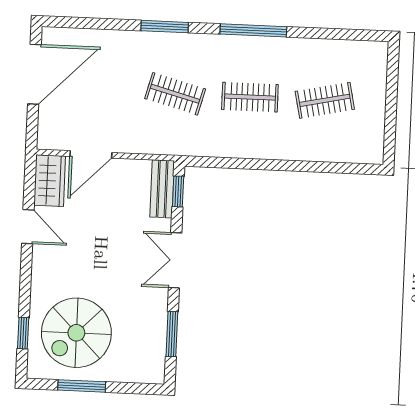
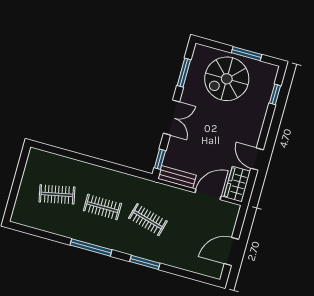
door: (34, 74) -> (231, 252), width x0.73
bench: (162, 189) -> (177, 177), moved, turned 90
spiral stairs: (76, 333) -> (227, 79), moved, turned 180

